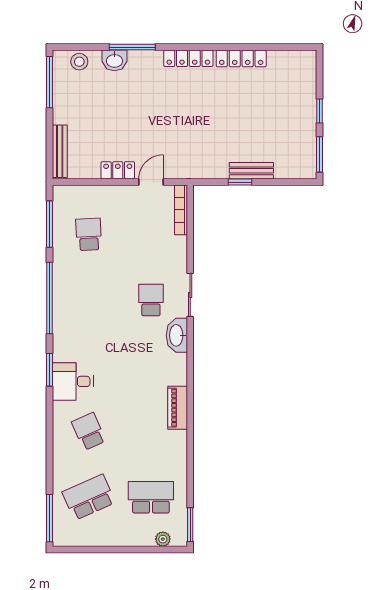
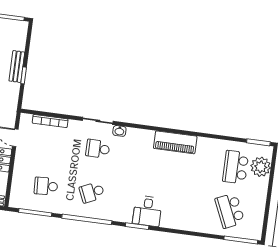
bookcase: (181, 210) -> (50, 121), moved
washbasin: (177, 335) -> (119, 131), width x0.52, depth x0.69
piano: (178, 408) -> (175, 142), width x1.37, depth x1.33
school desk: (89, 431) -> (92, 192), moved
plant: (163, 539) -> (261, 167), width x1.88, depth x1.88

